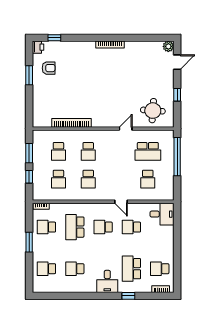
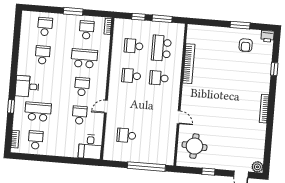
window: (54, 38) -> (274, 69), moved
school desk: (58, 151) -> (161, 48), width x1.85
school desk: (148, 151) -> (154, 138), removed

